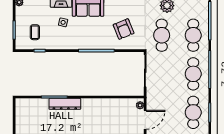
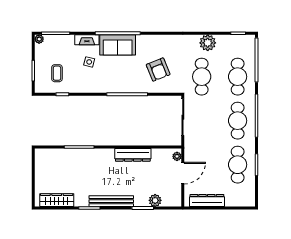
dresser: (65, 104) -> (133, 155), moved

